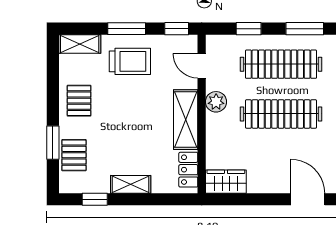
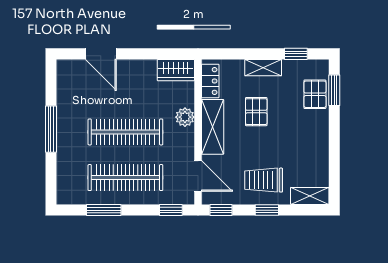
window: (127, 29) -> (267, 210), width x0.67
window: (249, 29) -> (171, 210), moved
door: (202, 66) -> (198, 176), width x1.38
pallet: (79, 101) -> (256, 112), moved
plant: (216, 102) -> (185, 117), moved
window: (53, 143) -> (334, 90), moved

